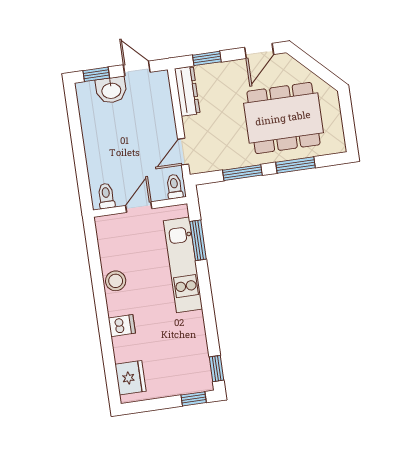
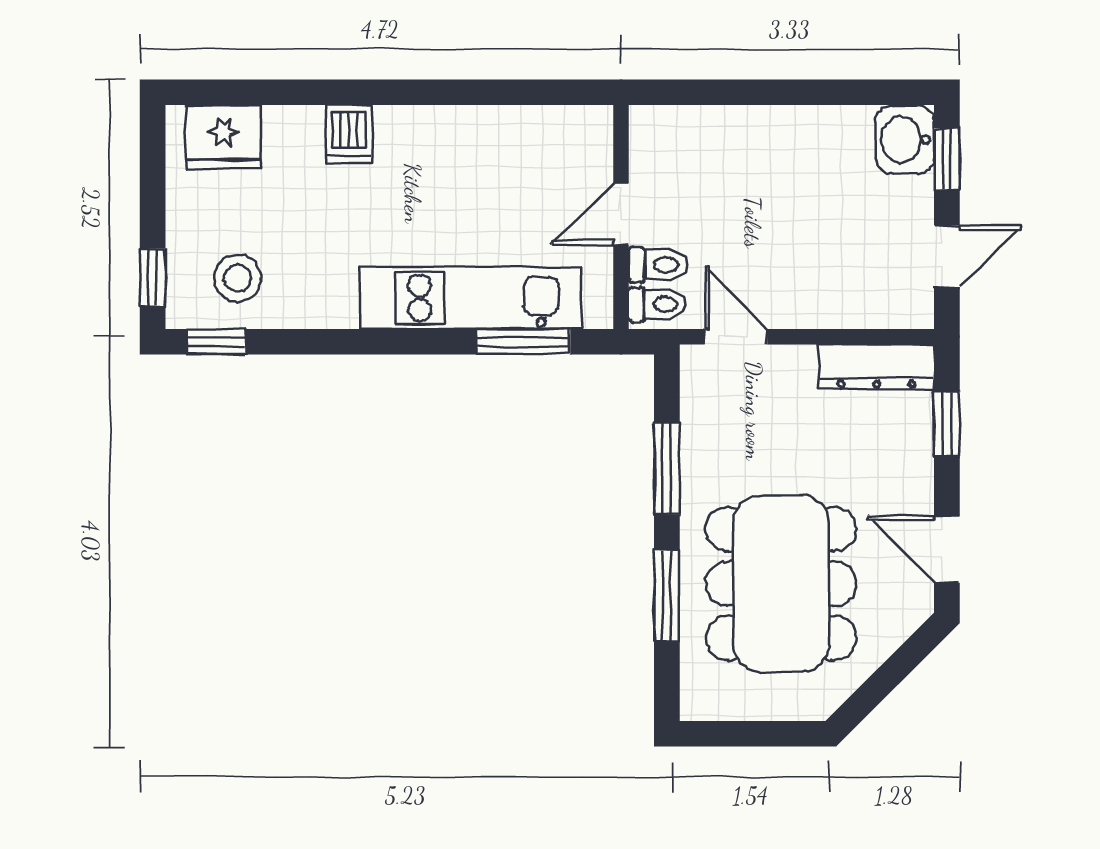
washbasin: (111, 90) -> (905, 140), moved
toilet: (106, 196) -> (658, 265), moved
door: (139, 207) -> (621, 214), swing flipped
stool: (116, 281) -> (238, 278), moved

